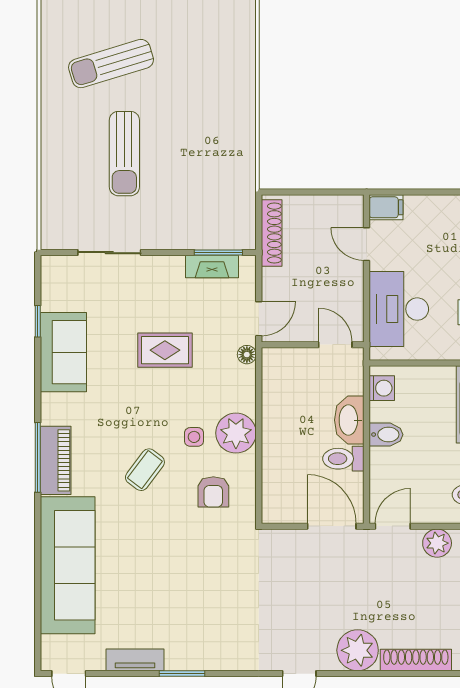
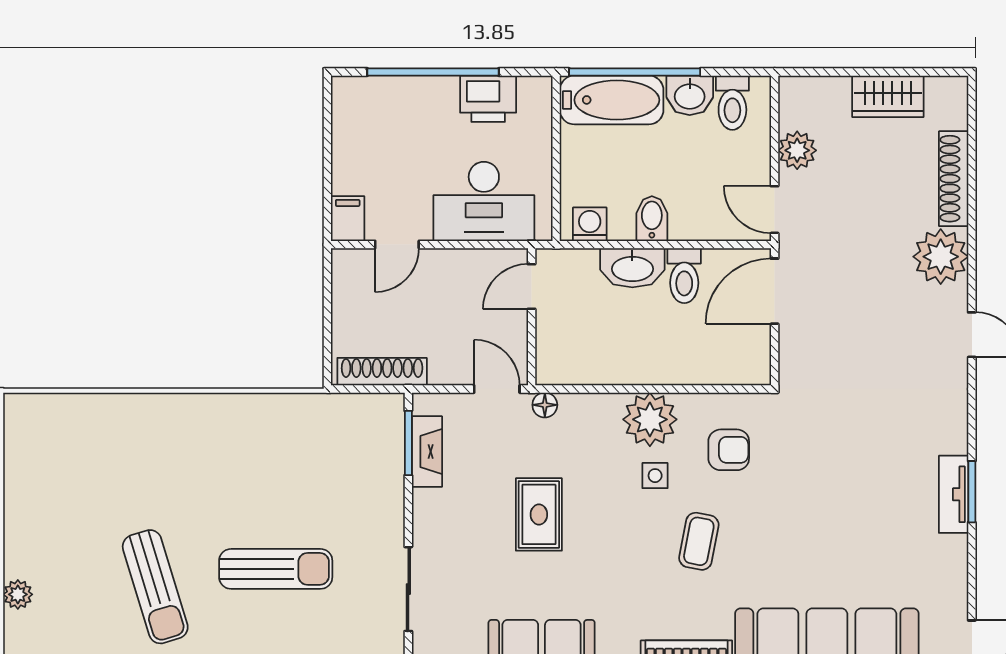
coffee table: (145, 470) -> (699, 541), turned 64
tv unit: (135, 660) -> (954, 494), moved

